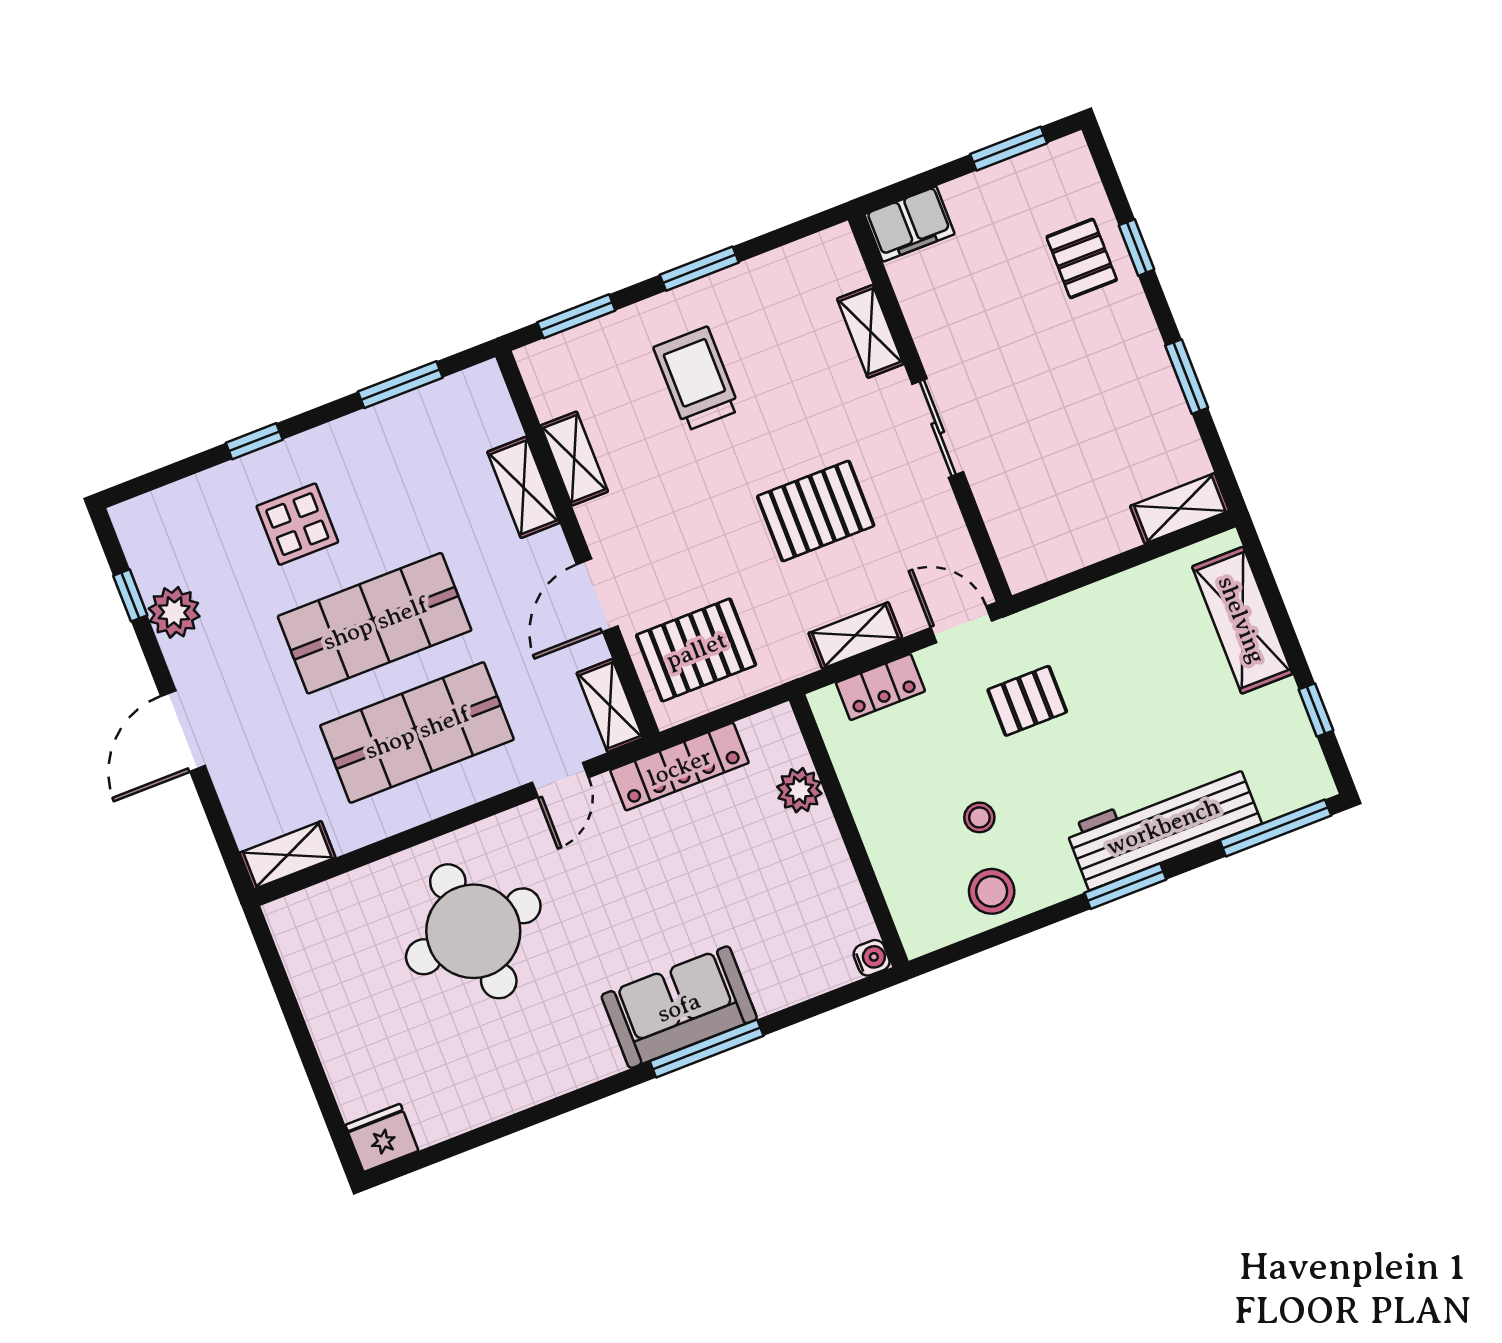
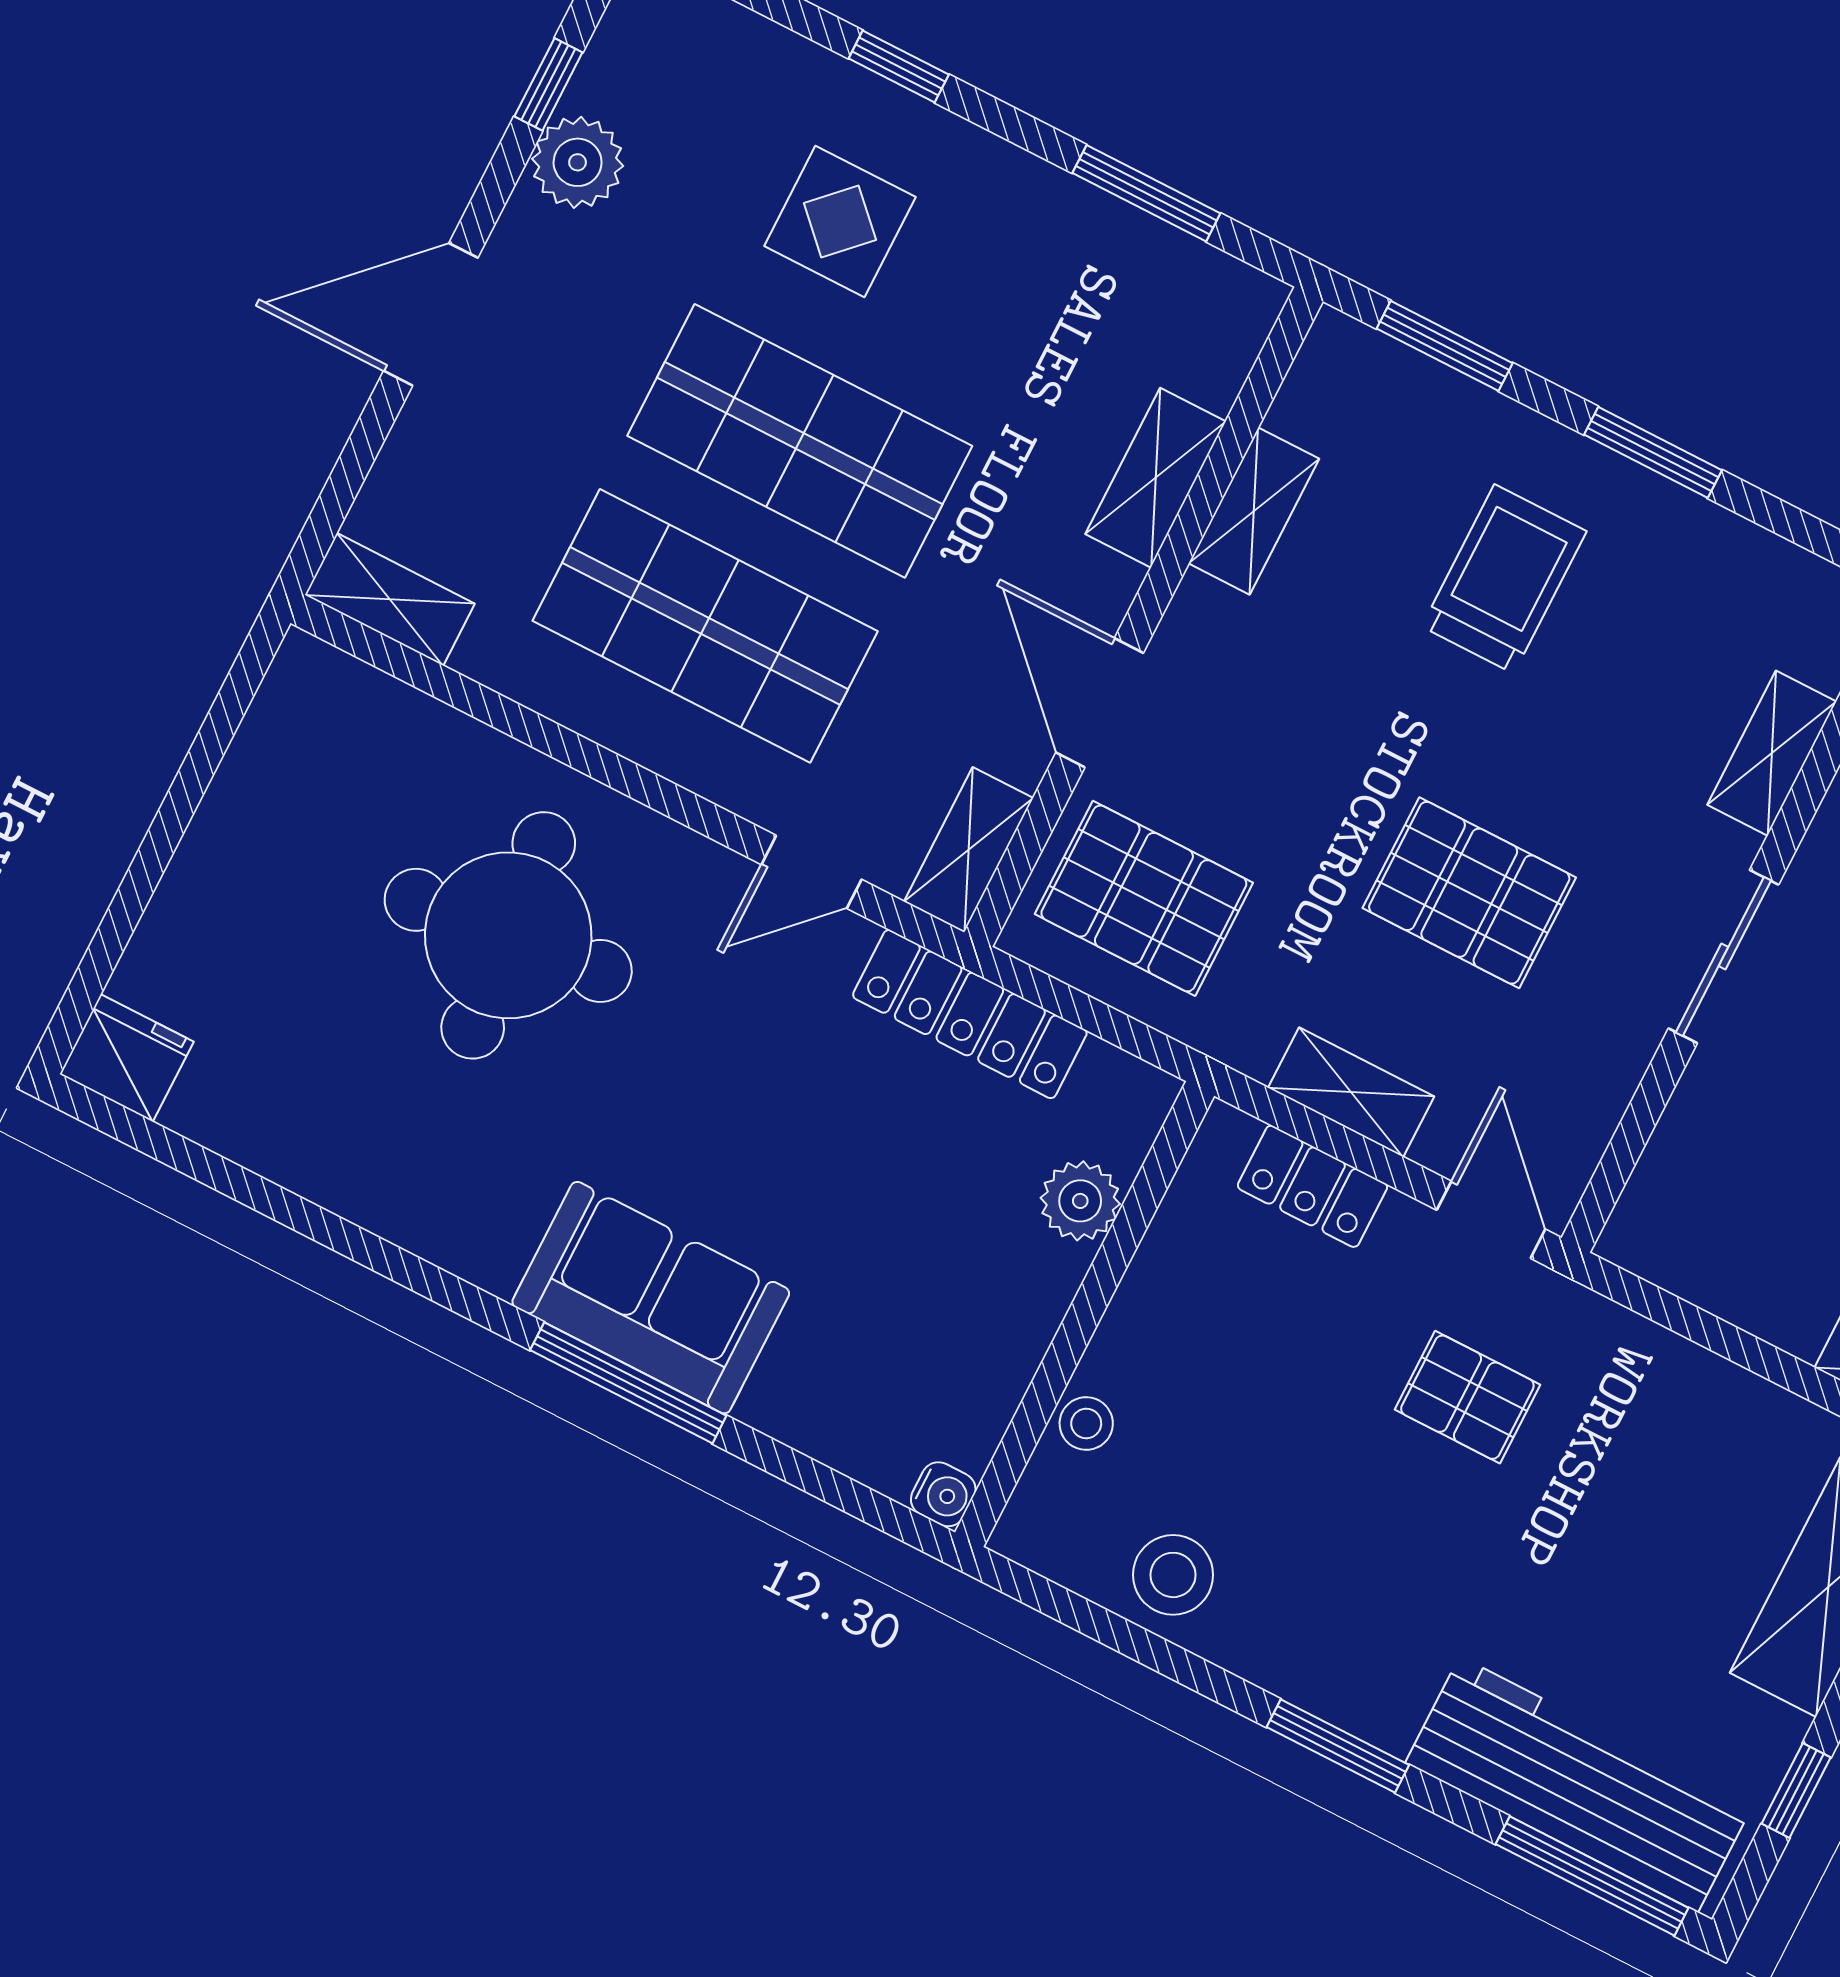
door: (597, 595) -> (1100, 703), hinge flipped
stool: (979, 817) -> (1086, 1423), moved
workbench: (1163, 826) -> (1579, 1784), moved

